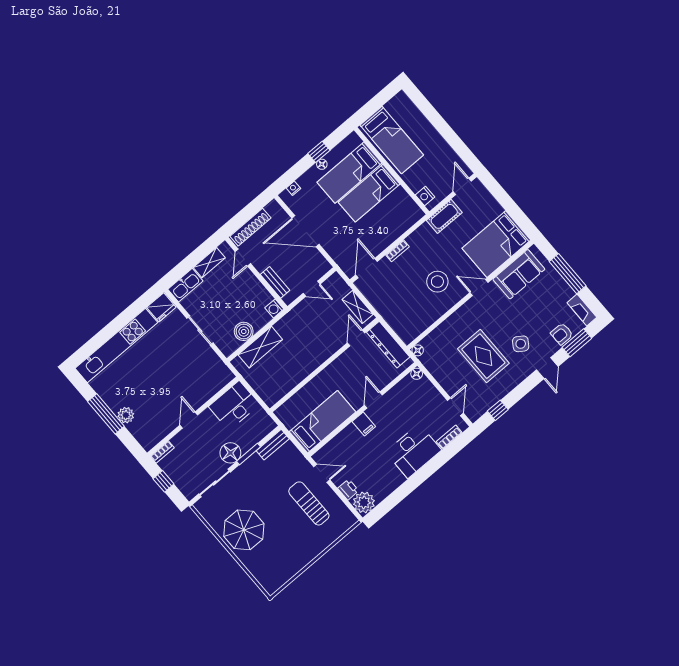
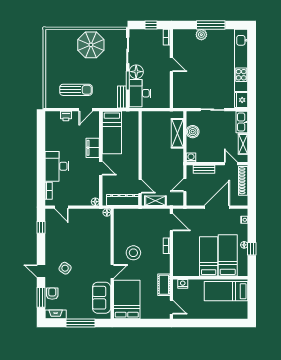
rug: (483, 356) -> (75, 244), removed
desk: (234, 405) -> (140, 93), moved, turned 180
filing cabinet: (364, 424) -> (93, 148), width x2.00
plant: (364, 502) -> (52, 118), removed

